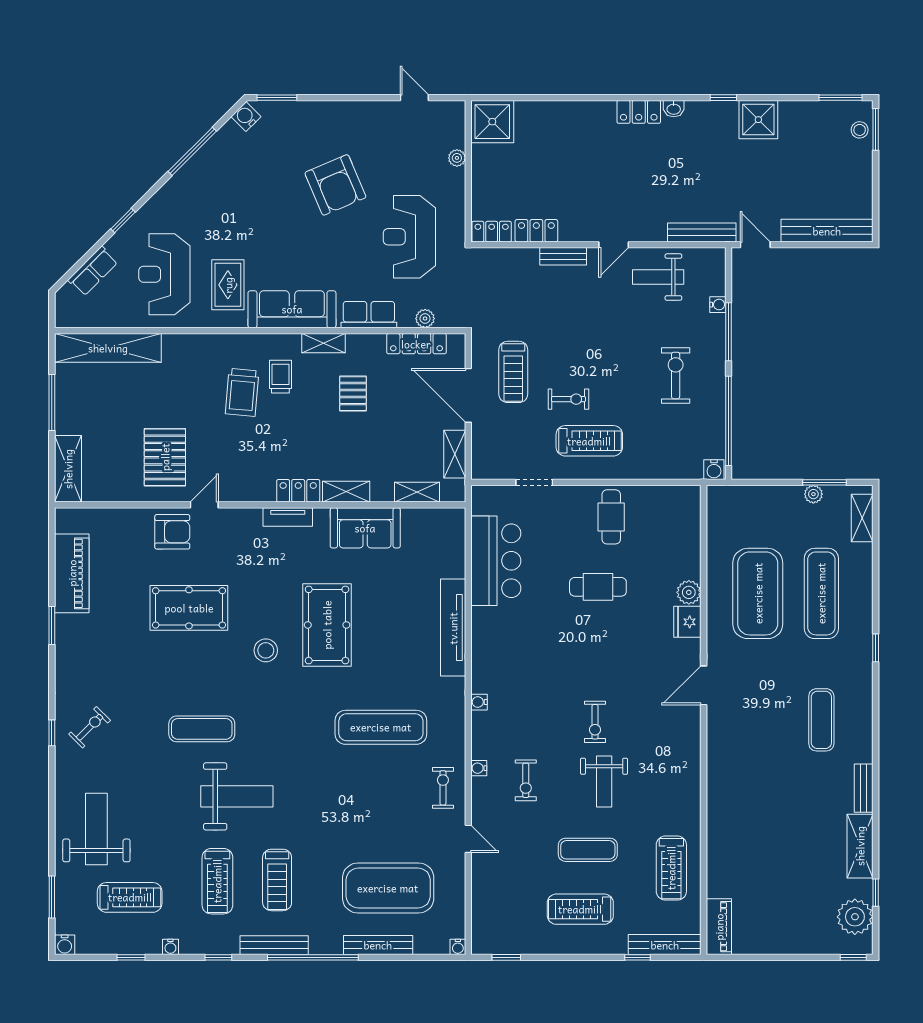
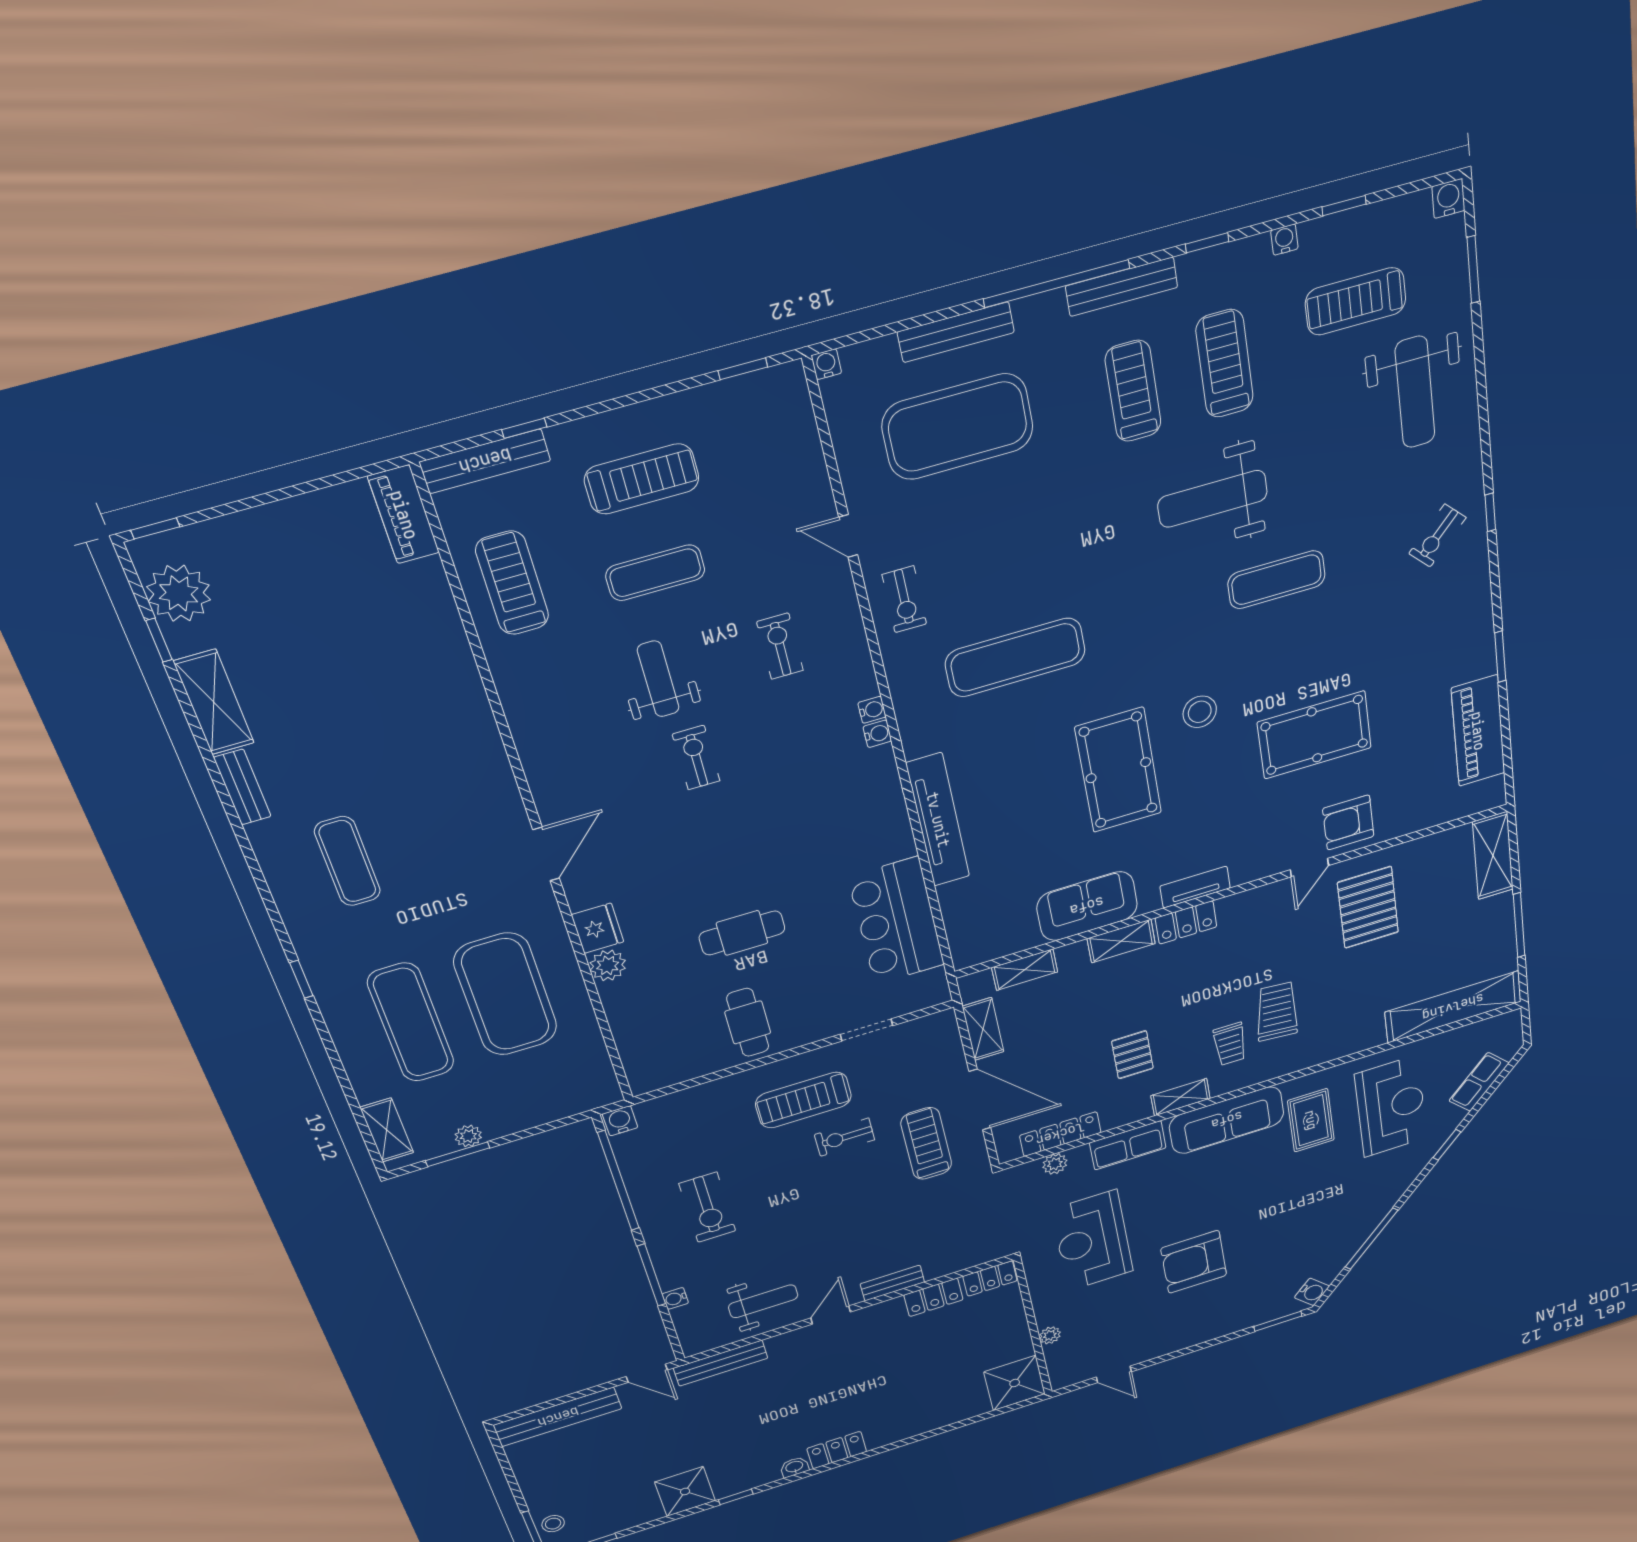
armchair: (335, 185) -> (1194, 1262), turned -67
reception desk: (409, 237) -> (1092, 1240), turned 180
water cooler: (479, 768) -> (872, 710), moved

